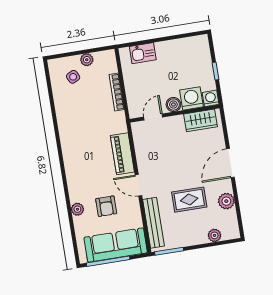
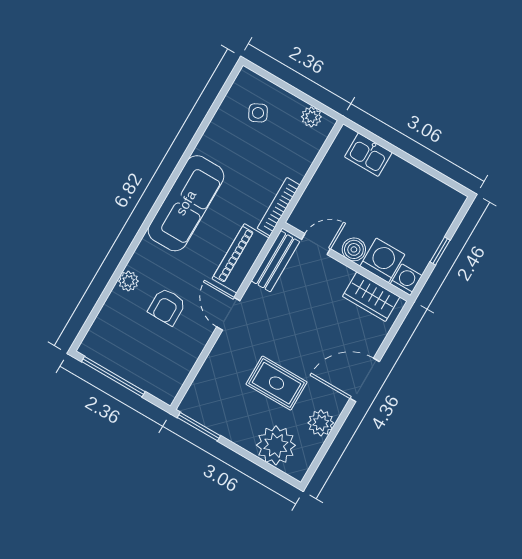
plant: (87, 60) -> (311, 117), moved
bookcase: (117, 92) -> (279, 207), moved
bench: (154, 223) -> (275, 261), moved, width x0.73
plant: (215, 235) -> (276, 445), width x1.88, depth x1.88
sofa: (116, 245) -> (186, 203), moved, turned 90

